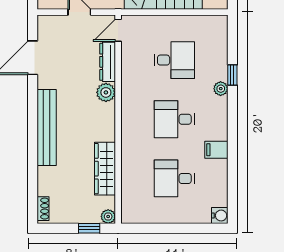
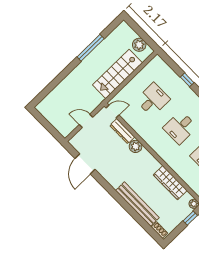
door: (118, 30) -> (113, 112), swing flipped
plant: (221, 89) -> (188, 92), removed
bench: (47, 128) -> (137, 204), moved

